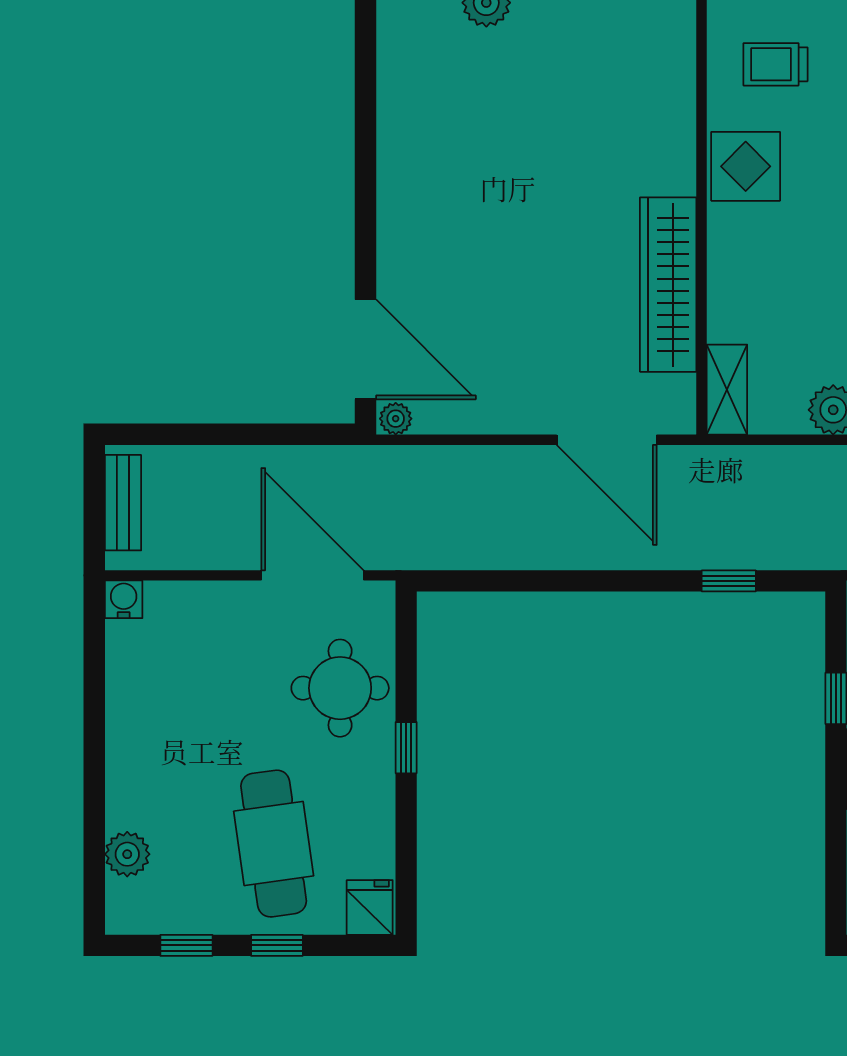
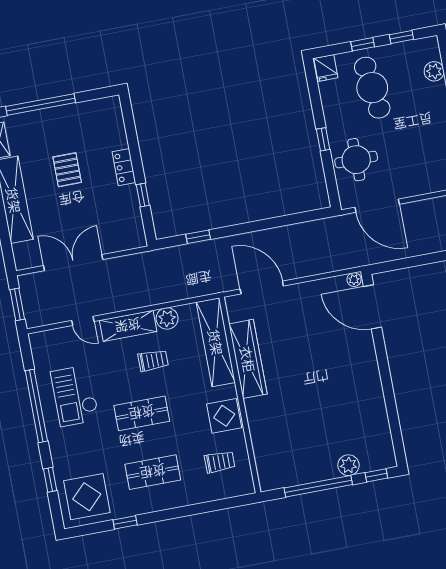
shelving: (727, 390) -> (216, 342), width x2.20, depth x1.33

